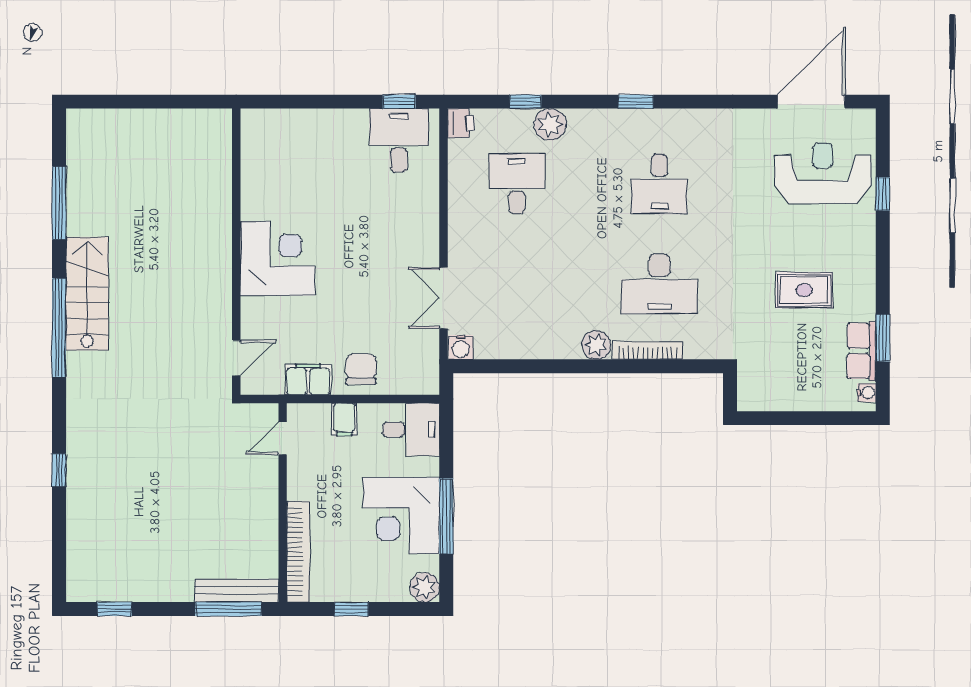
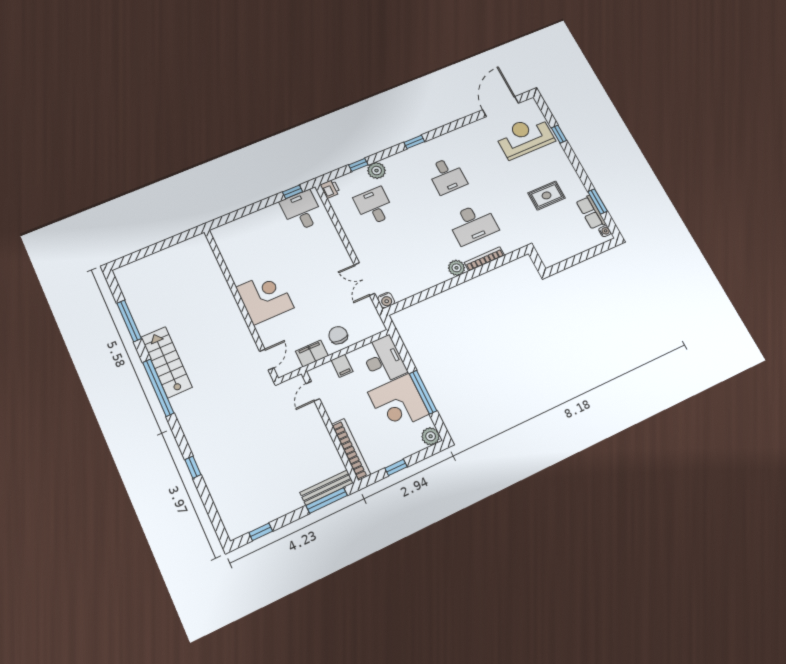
desk: (411, 429) -> (383, 360), width x1.37

